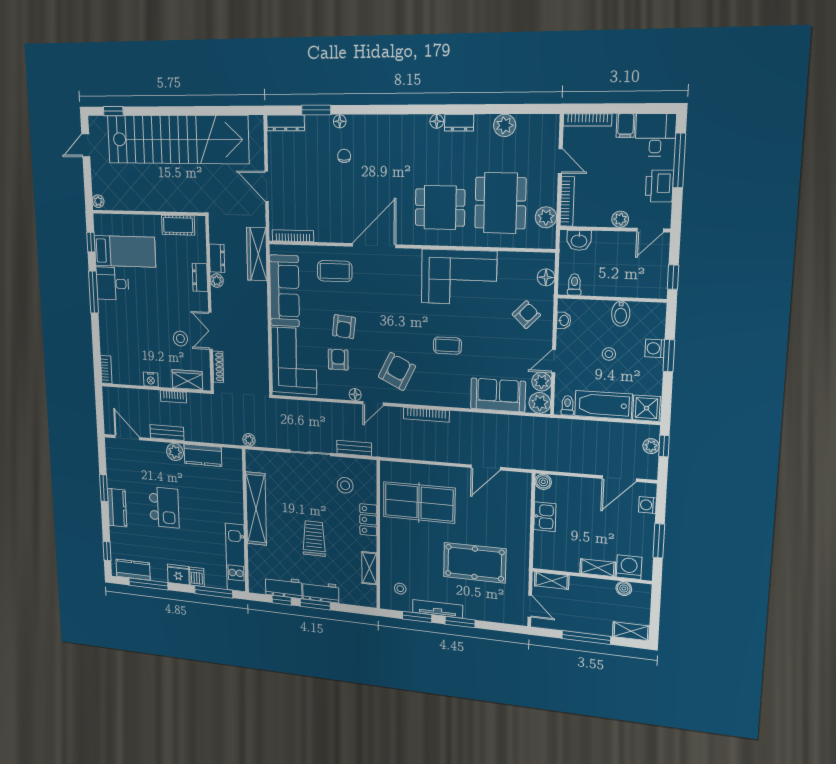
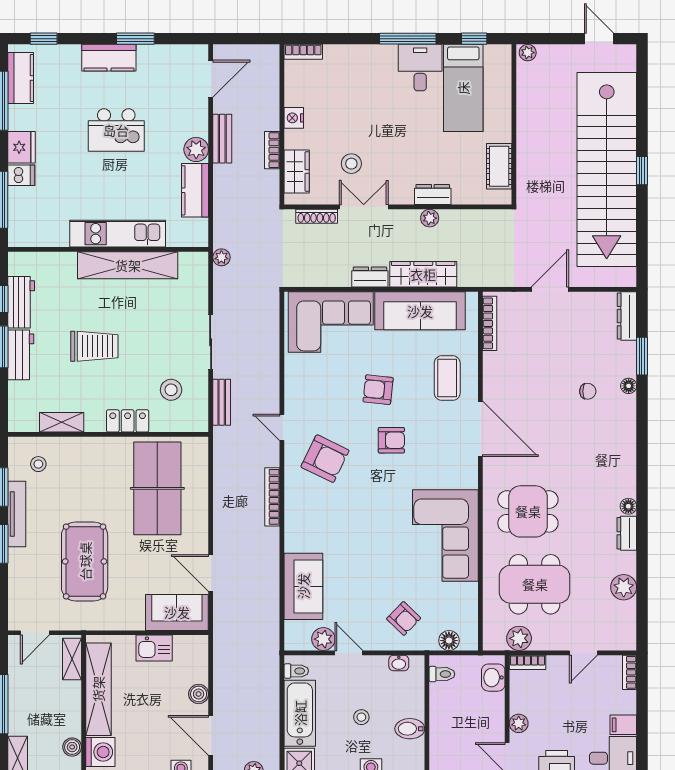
window: (113, 111) -> (642, 171), moved
bookcase: (587, 120) -> (629, 672), width x0.64
bookcase: (567, 201) -> (527, 662), width x0.64
dining table: (440, 208) -> (528, 511), turned 90
wardrobe: (257, 254) -> (423, 274), moved
dresser: (217, 258) -> (370, 277), moved, turned 180
coffee table: (447, 346) -> (361, 523), removed
armchair: (338, 360) -> (391, 440), moved
floor lamp: (355, 394) -> (292, 404), removed
plant: (540, 403) -> (297, 638), removed
boiler: (543, 482) -> (199, 694), moved
sofa: (517, 496) -> (177, 612), added
kitchen unit: (236, 558) -> (118, 234), moved
shelving: (598, 568) -> (98, 689), width x2.20, depth x1.33

